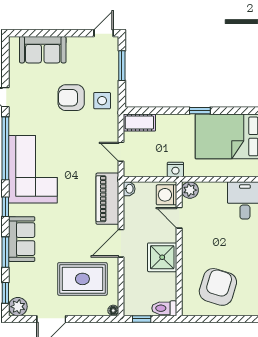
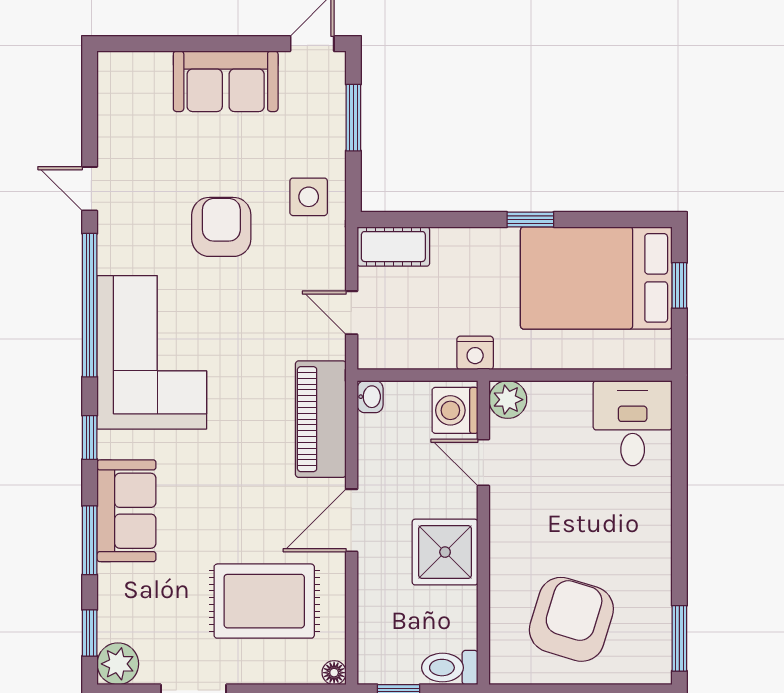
sofa: (43, 50) -> (226, 81), moved
armchair: (71, 98) -> (221, 227), moved, turned 90

